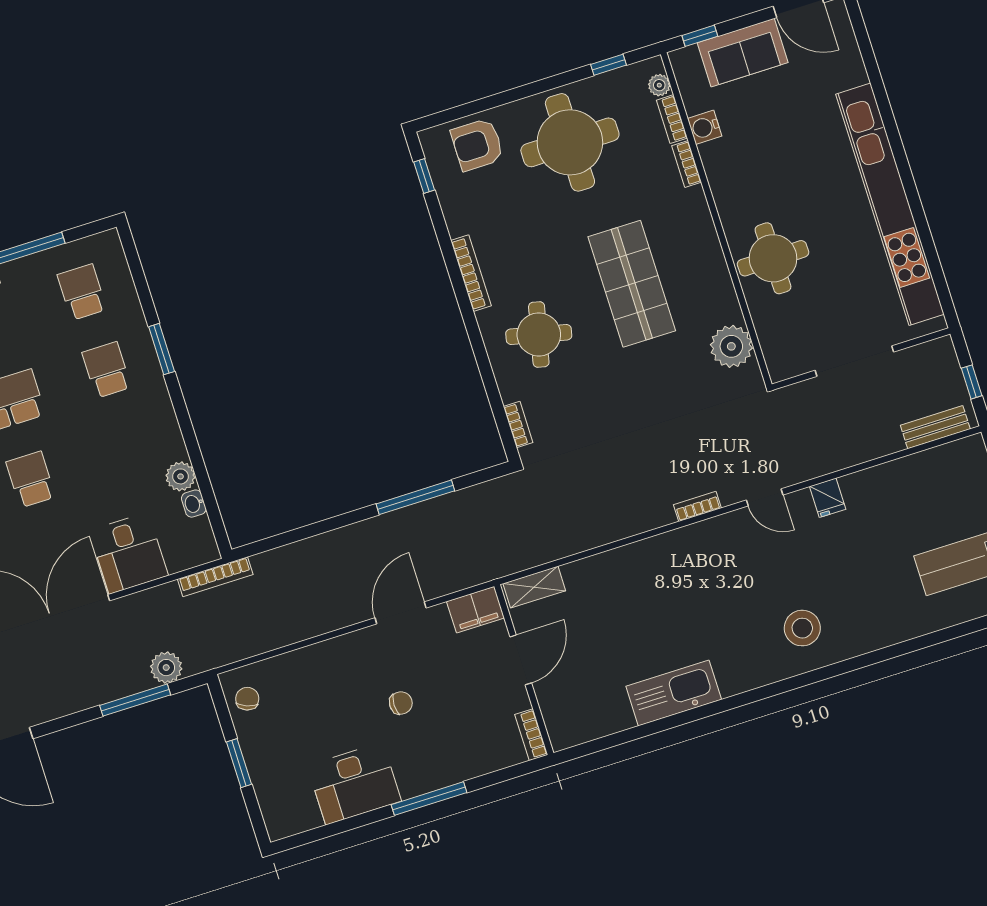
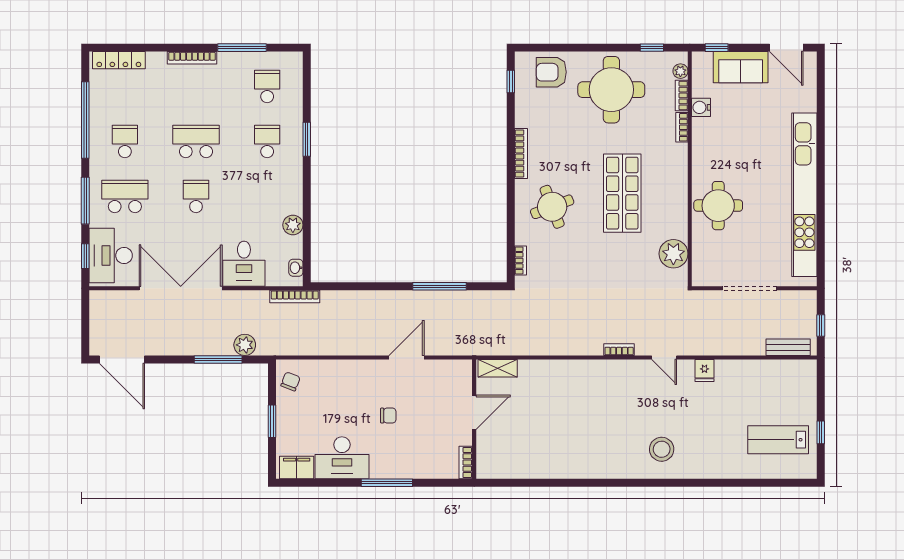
round table: (539, 334) -> (552, 207), turned -34
washbasin: (194, 504) -> (296, 268), moved
filing cabinet: (475, 610) -> (297, 468), moved, turned 180
kitchen sink: (674, 693) -> (566, 465), removed

